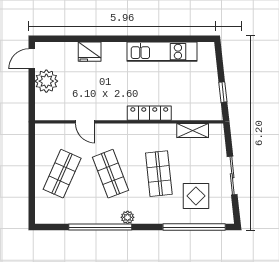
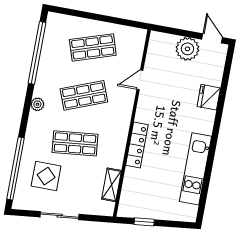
shop shelf: (62, 174) -> (93, 47), turned -42
window: (100, 227) -> (37, 53), moved

